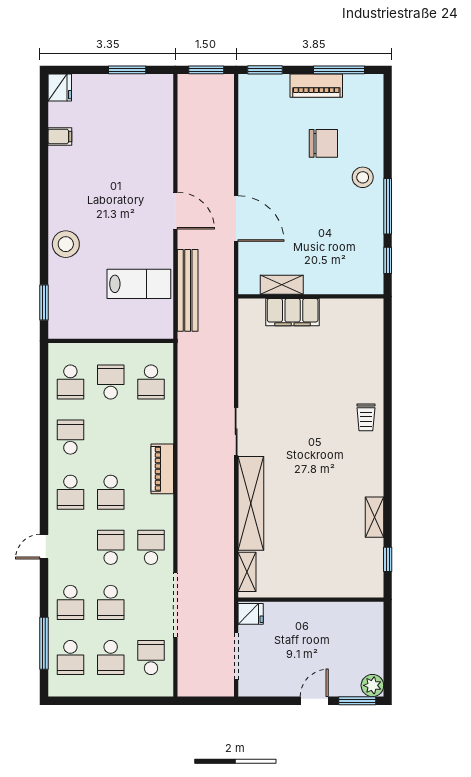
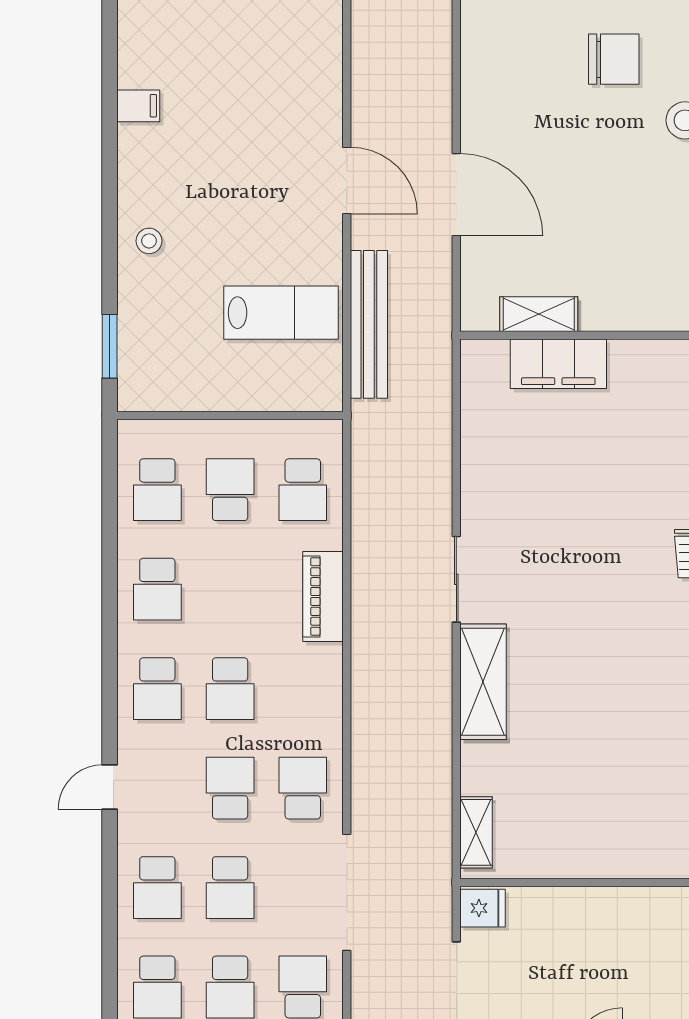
filing cabinet: (60, 136) -> (138, 106), moved
stool: (66, 244) -> (149, 241), width x0.53, depth x0.53
school desk: (70, 437) -> (157, 589), turned 180
piano: (162, 469) -> (323, 596), moved
shelving: (251, 503) -> (483, 682), width x0.68
window: (44, 643) -> (110, 961), removed

